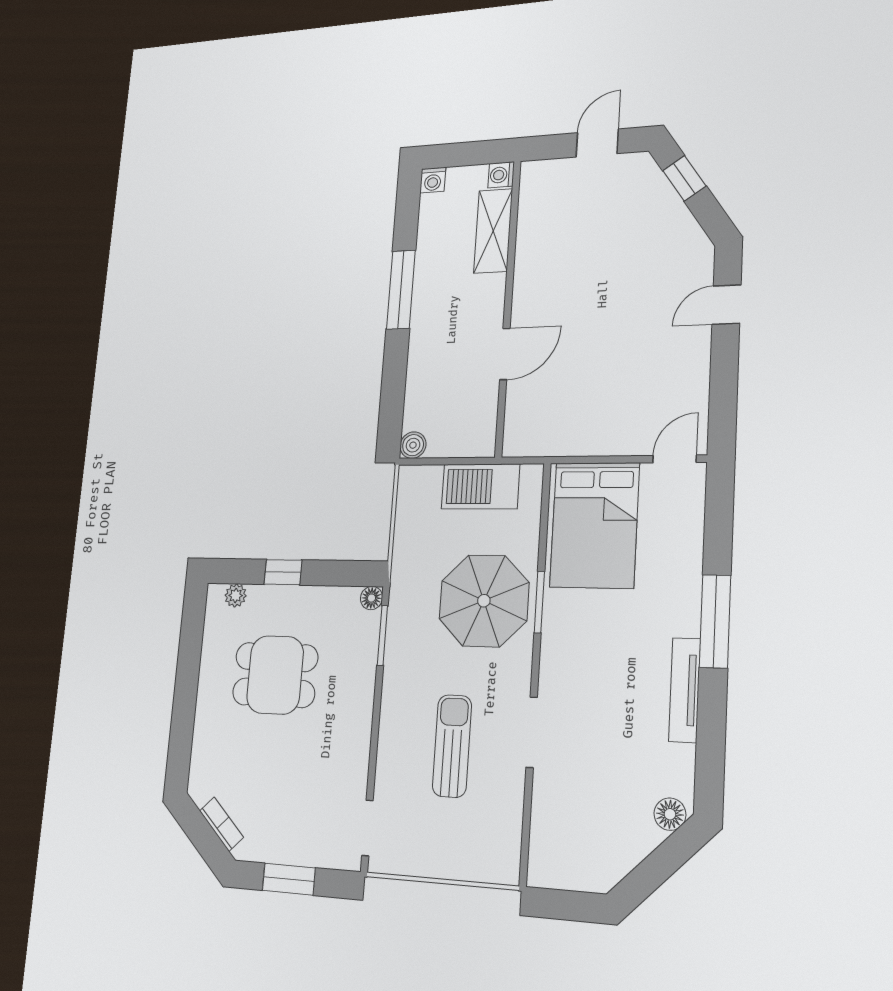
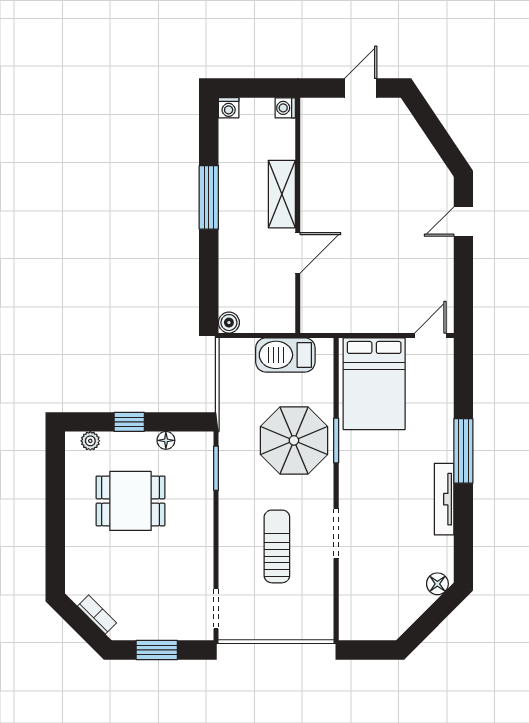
window: (684, 178) -> (429, 122), removed
shelving: (493, 231) -> (282, 194), moved
floor lamp: (371, 598) -> (166, 440), moved

